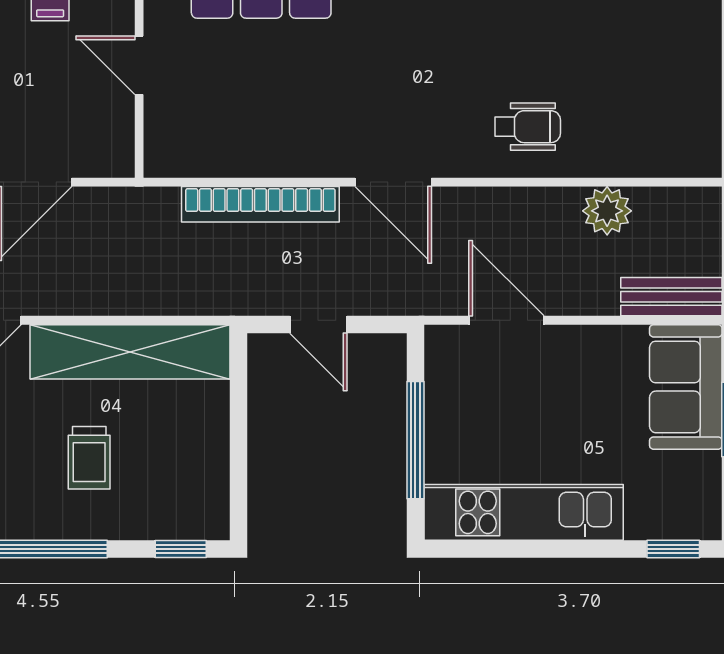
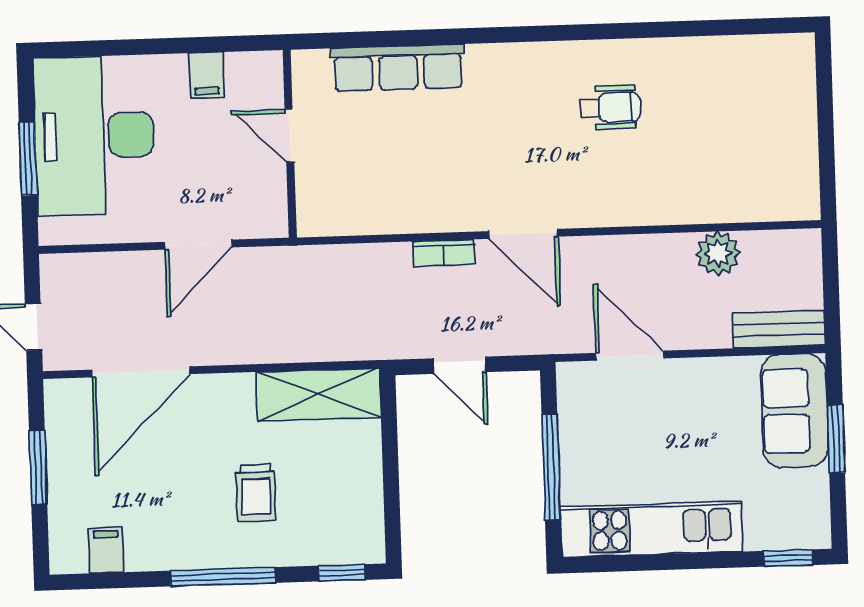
wheelchair: (528, 127) -> (611, 107), moved
bookcase: (260, 204) -> (444, 253), width x0.43, depth x0.76
shelving: (130, 352) -> (319, 395), width x0.68

